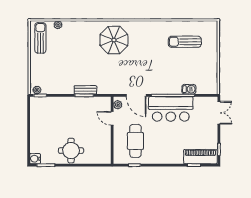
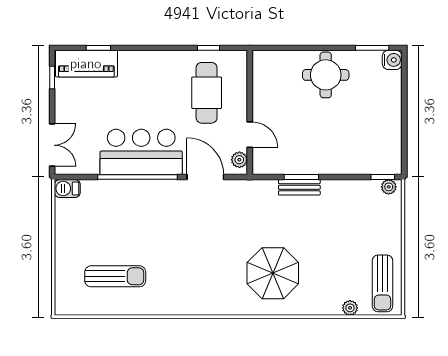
parasol: (114, 40) -> (273, 273), moved
barbecue: (189, 89) -> (67, 188), moved
double door: (219, 113) -> (52, 145), swing flipped

